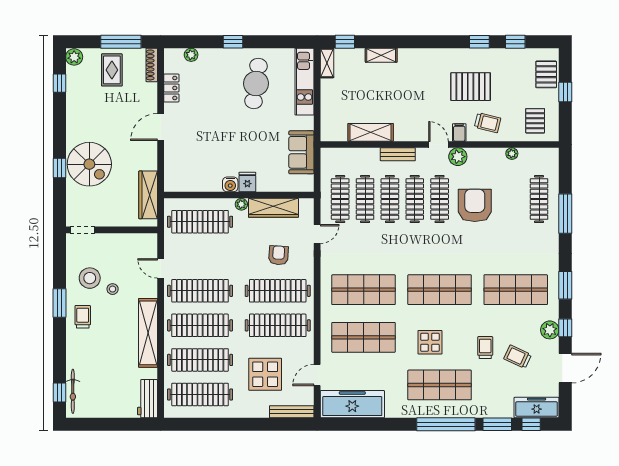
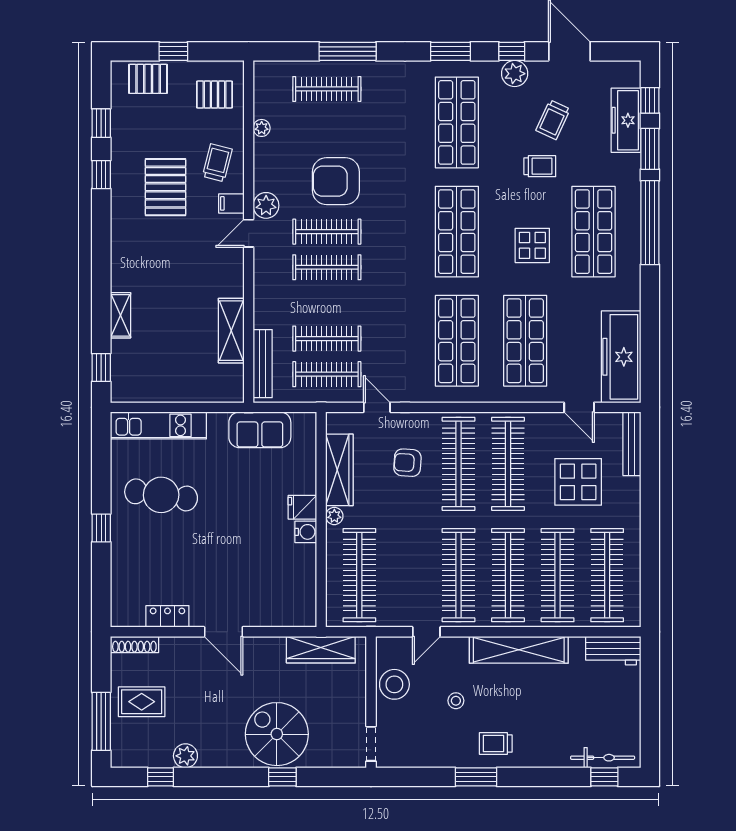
window: (121, 42) -> (101, 721), moved
plant: (191, 55) -> (120, 588), removed
plant: (74, 57) -> (185, 756), moved
shelving: (327, 63) -> (132, 393), removed
bench: (398, 154) -> (263, 364), moved, width x1.36
spiral stairs: (89, 164) -> (277, 734), turned -90
clothes rail: (390, 199) -> (327, 303), removed
stool: (90, 278) -> (394, 684), moved
trolley: (485, 348) -> (540, 166), turned 180
freezer: (537, 408) -> (626, 120), moved

